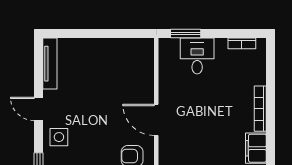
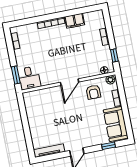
desk: (197, 56) -> (29, 78), moved, turned -90
side table: (59, 137) -> (91, 137), removed

